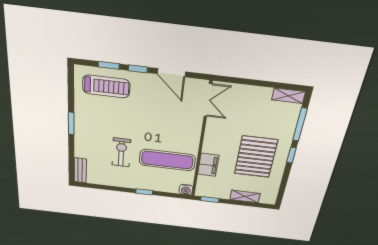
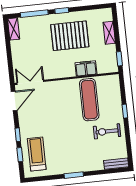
door: (171, 73) -> (14, 101), moved
exercise bike: (121, 152) -> (107, 131), moved
water cooler: (186, 190) -> (114, 80), removed

